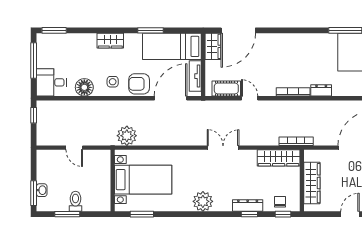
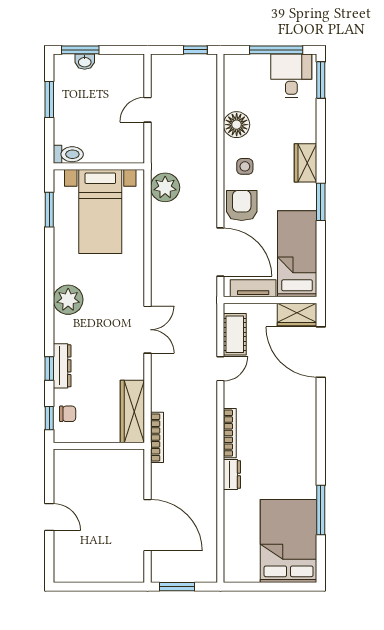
window: (150, 30) -> (321, 202), moved
desk: (51, 82) -> (291, 76), moved
wardrobe: (312, 183) -> (95, 461), removed
toilet: (75, 201) -> (68, 154), moved

